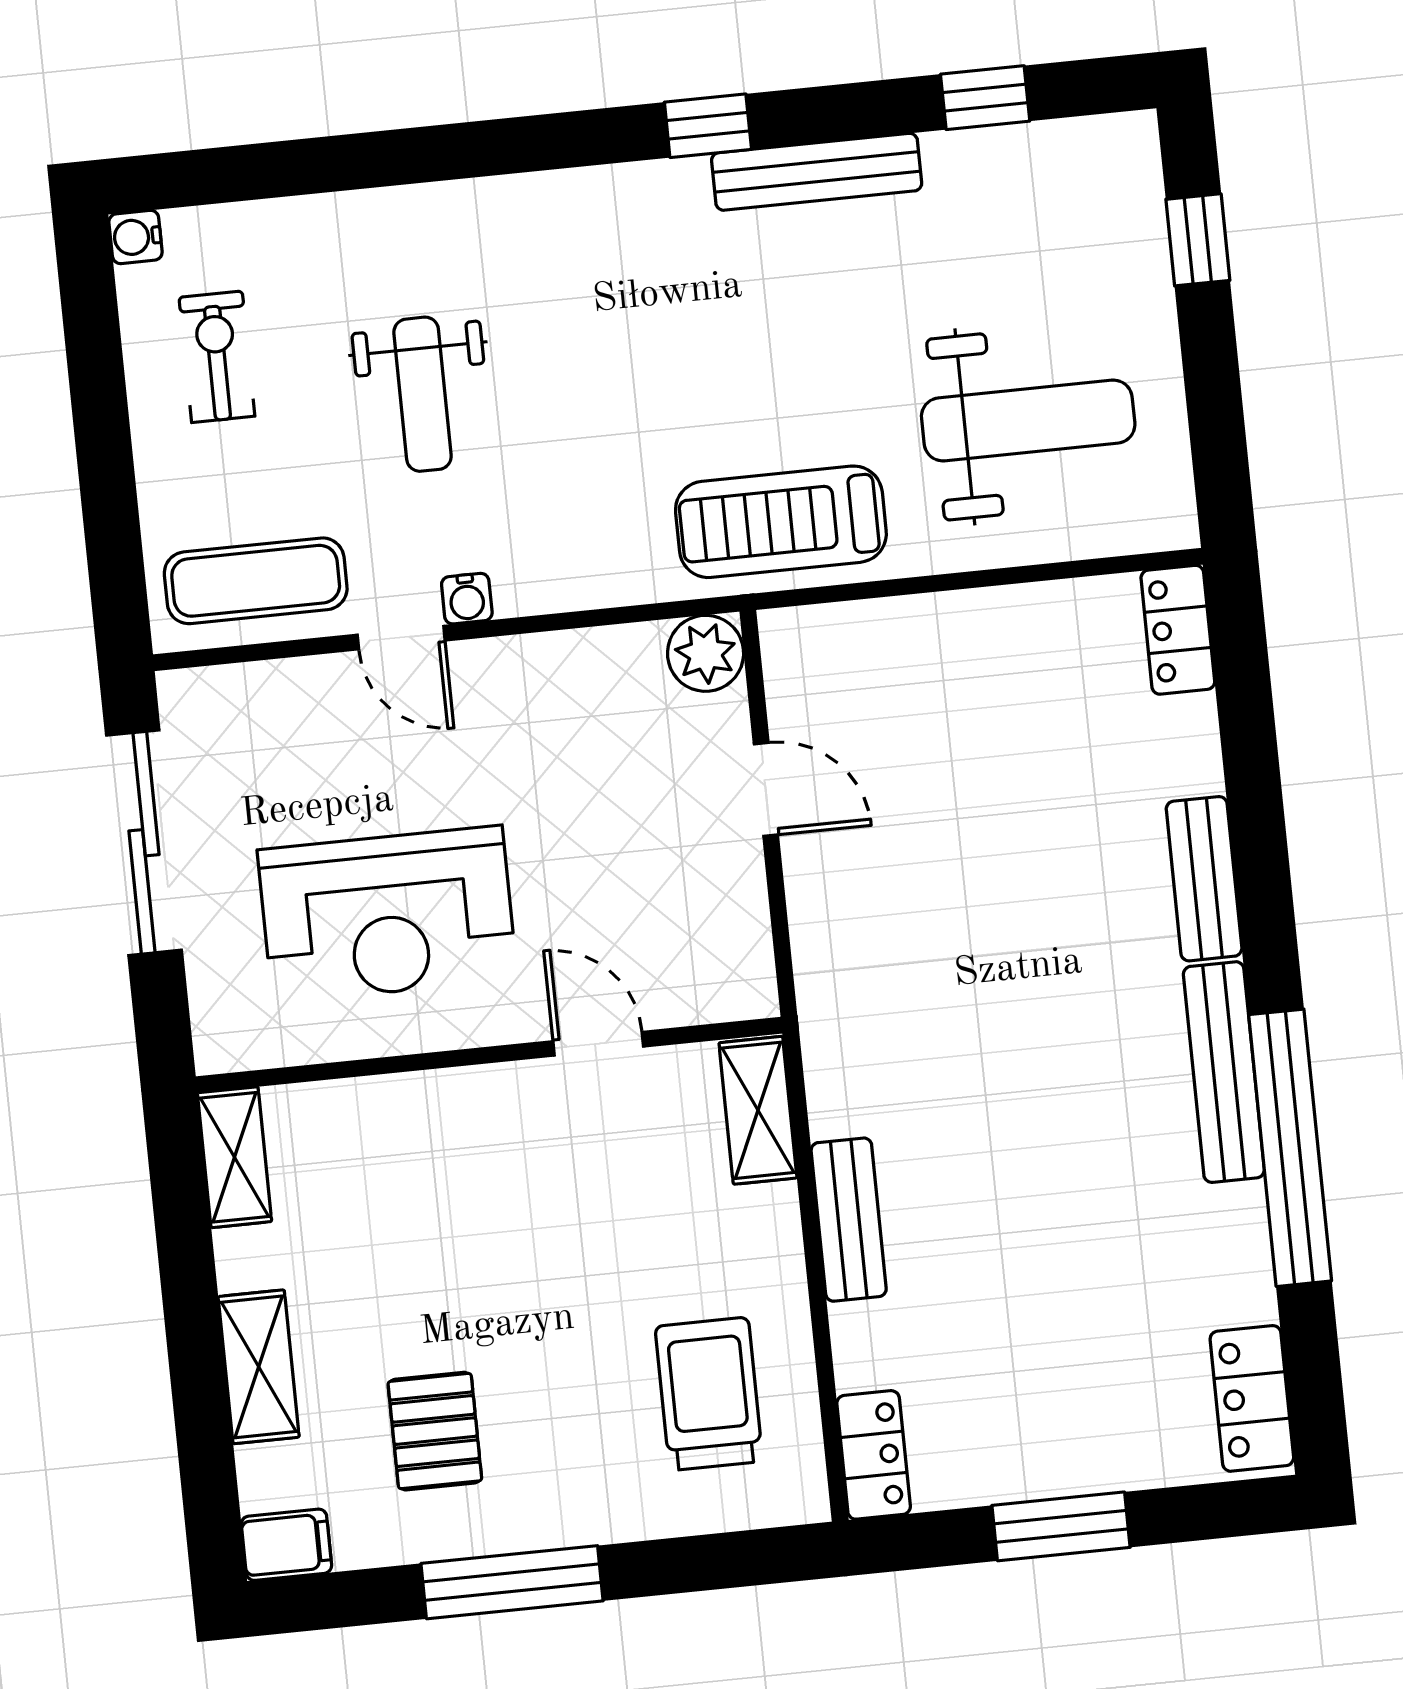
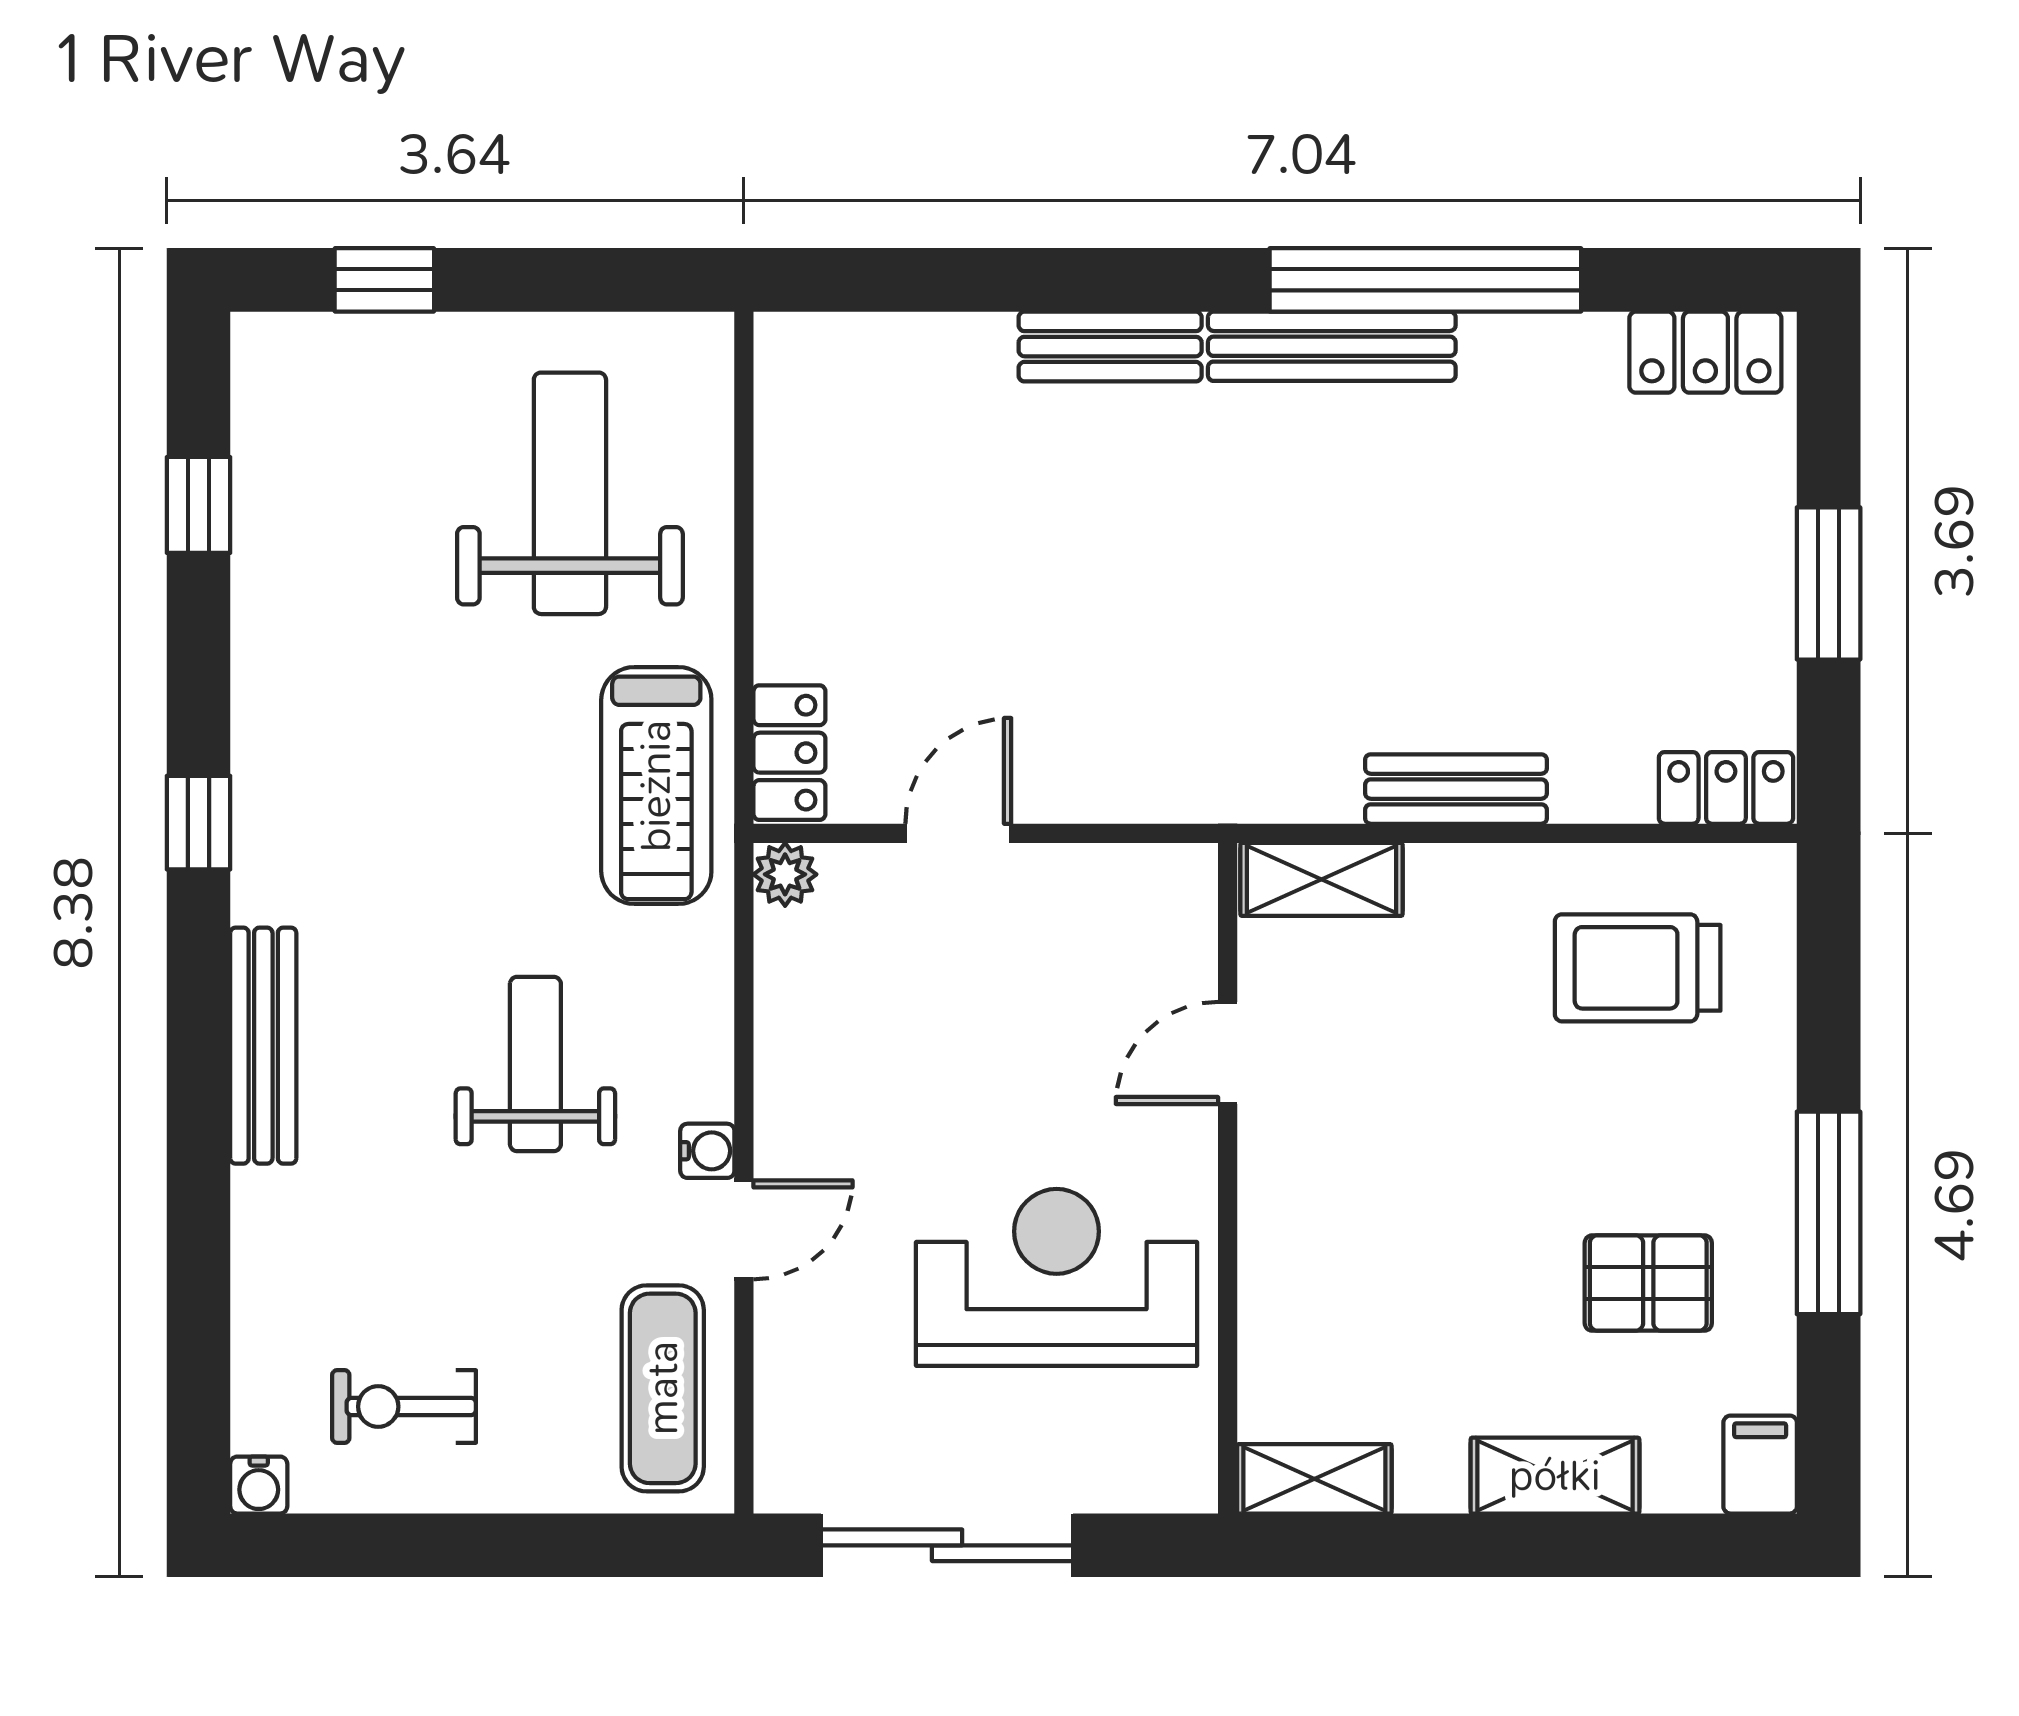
bench: (817, 172) -> (263, 1046), moved
weight bench: (423, 394) -> (535, 1064), moved, turned -90
locker: (1178, 630) -> (789, 753), moved, turned -90
plant: (706, 653) -> (785, 874), width x0.73, depth x0.73
reception desk: (387, 914) -> (1057, 1277), turned -90

